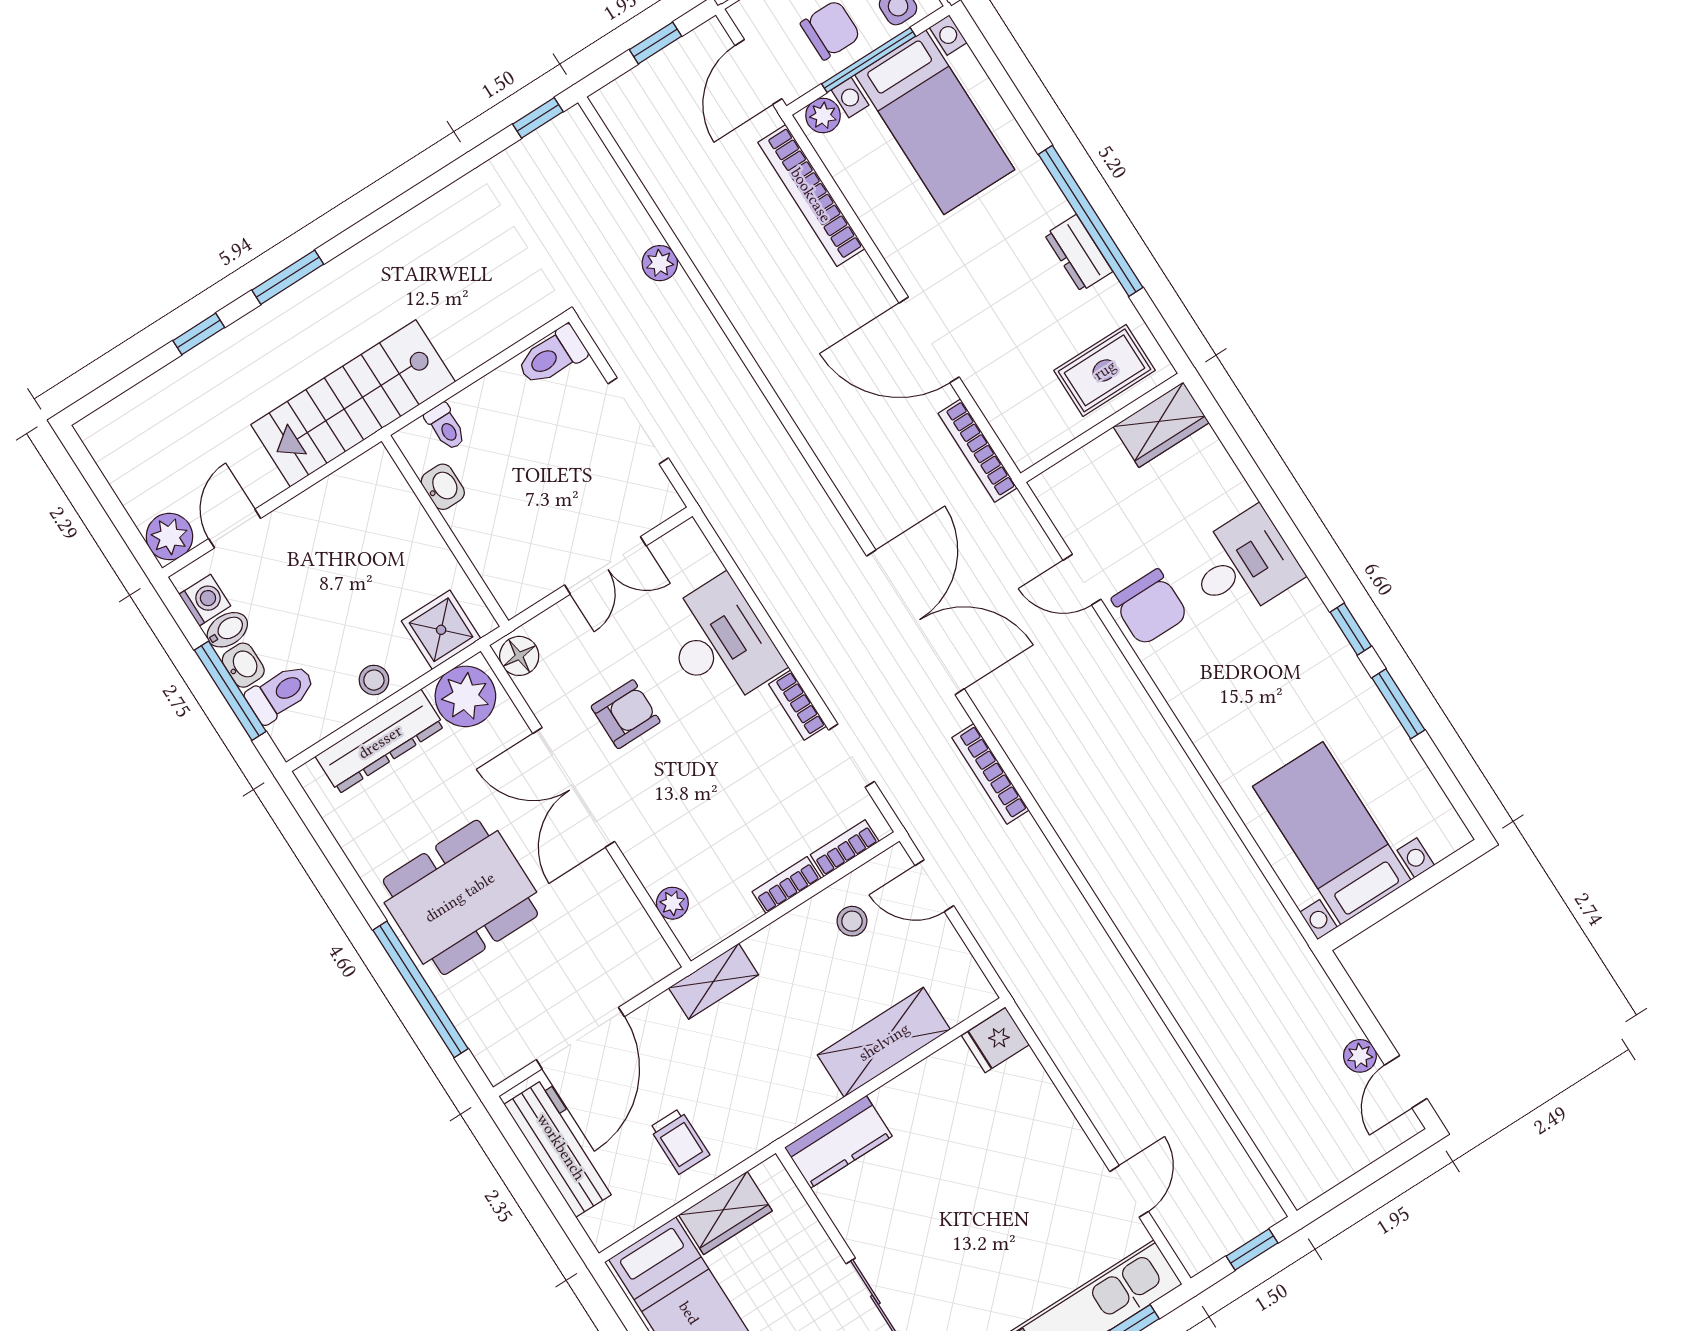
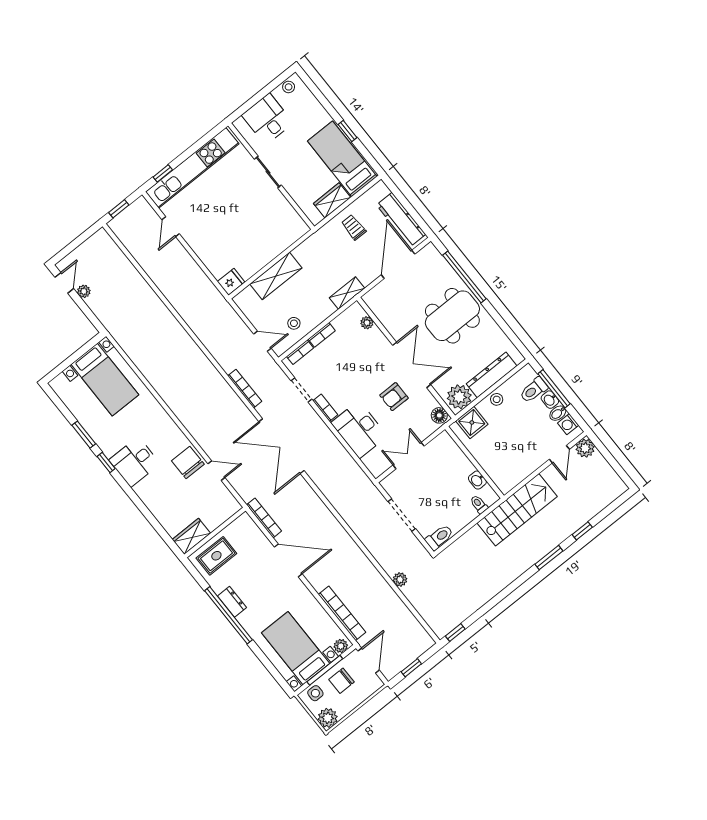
desk: (1243, 565) -> (135, 462), moved
kitchen counter: (838, 1142) -> (290, 234), removed

